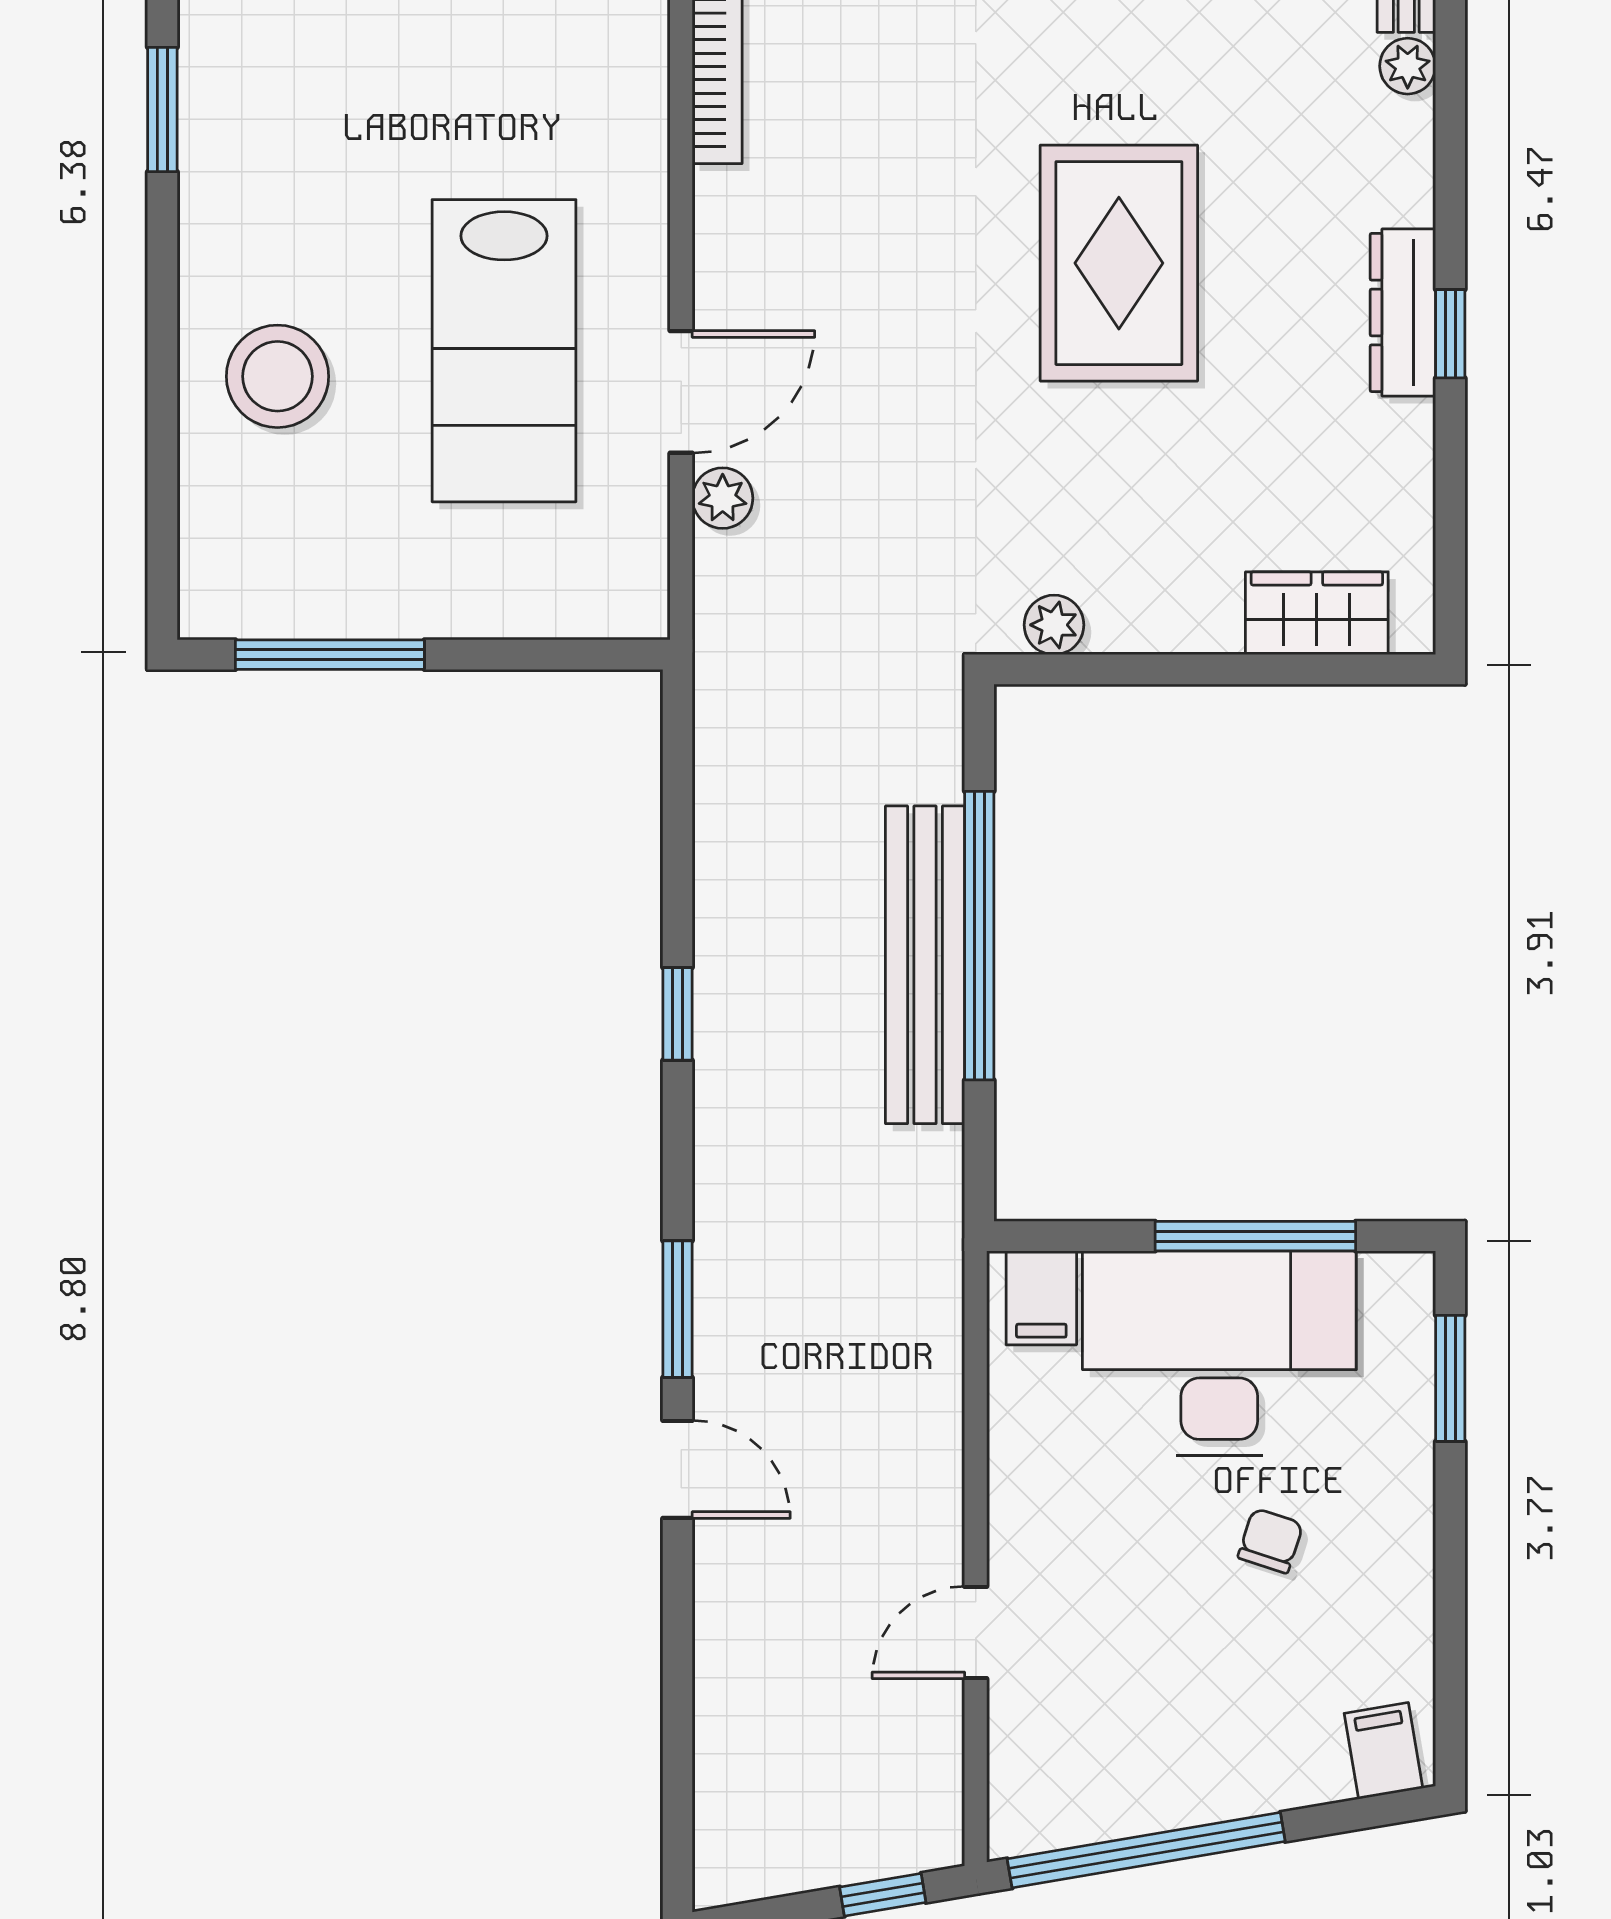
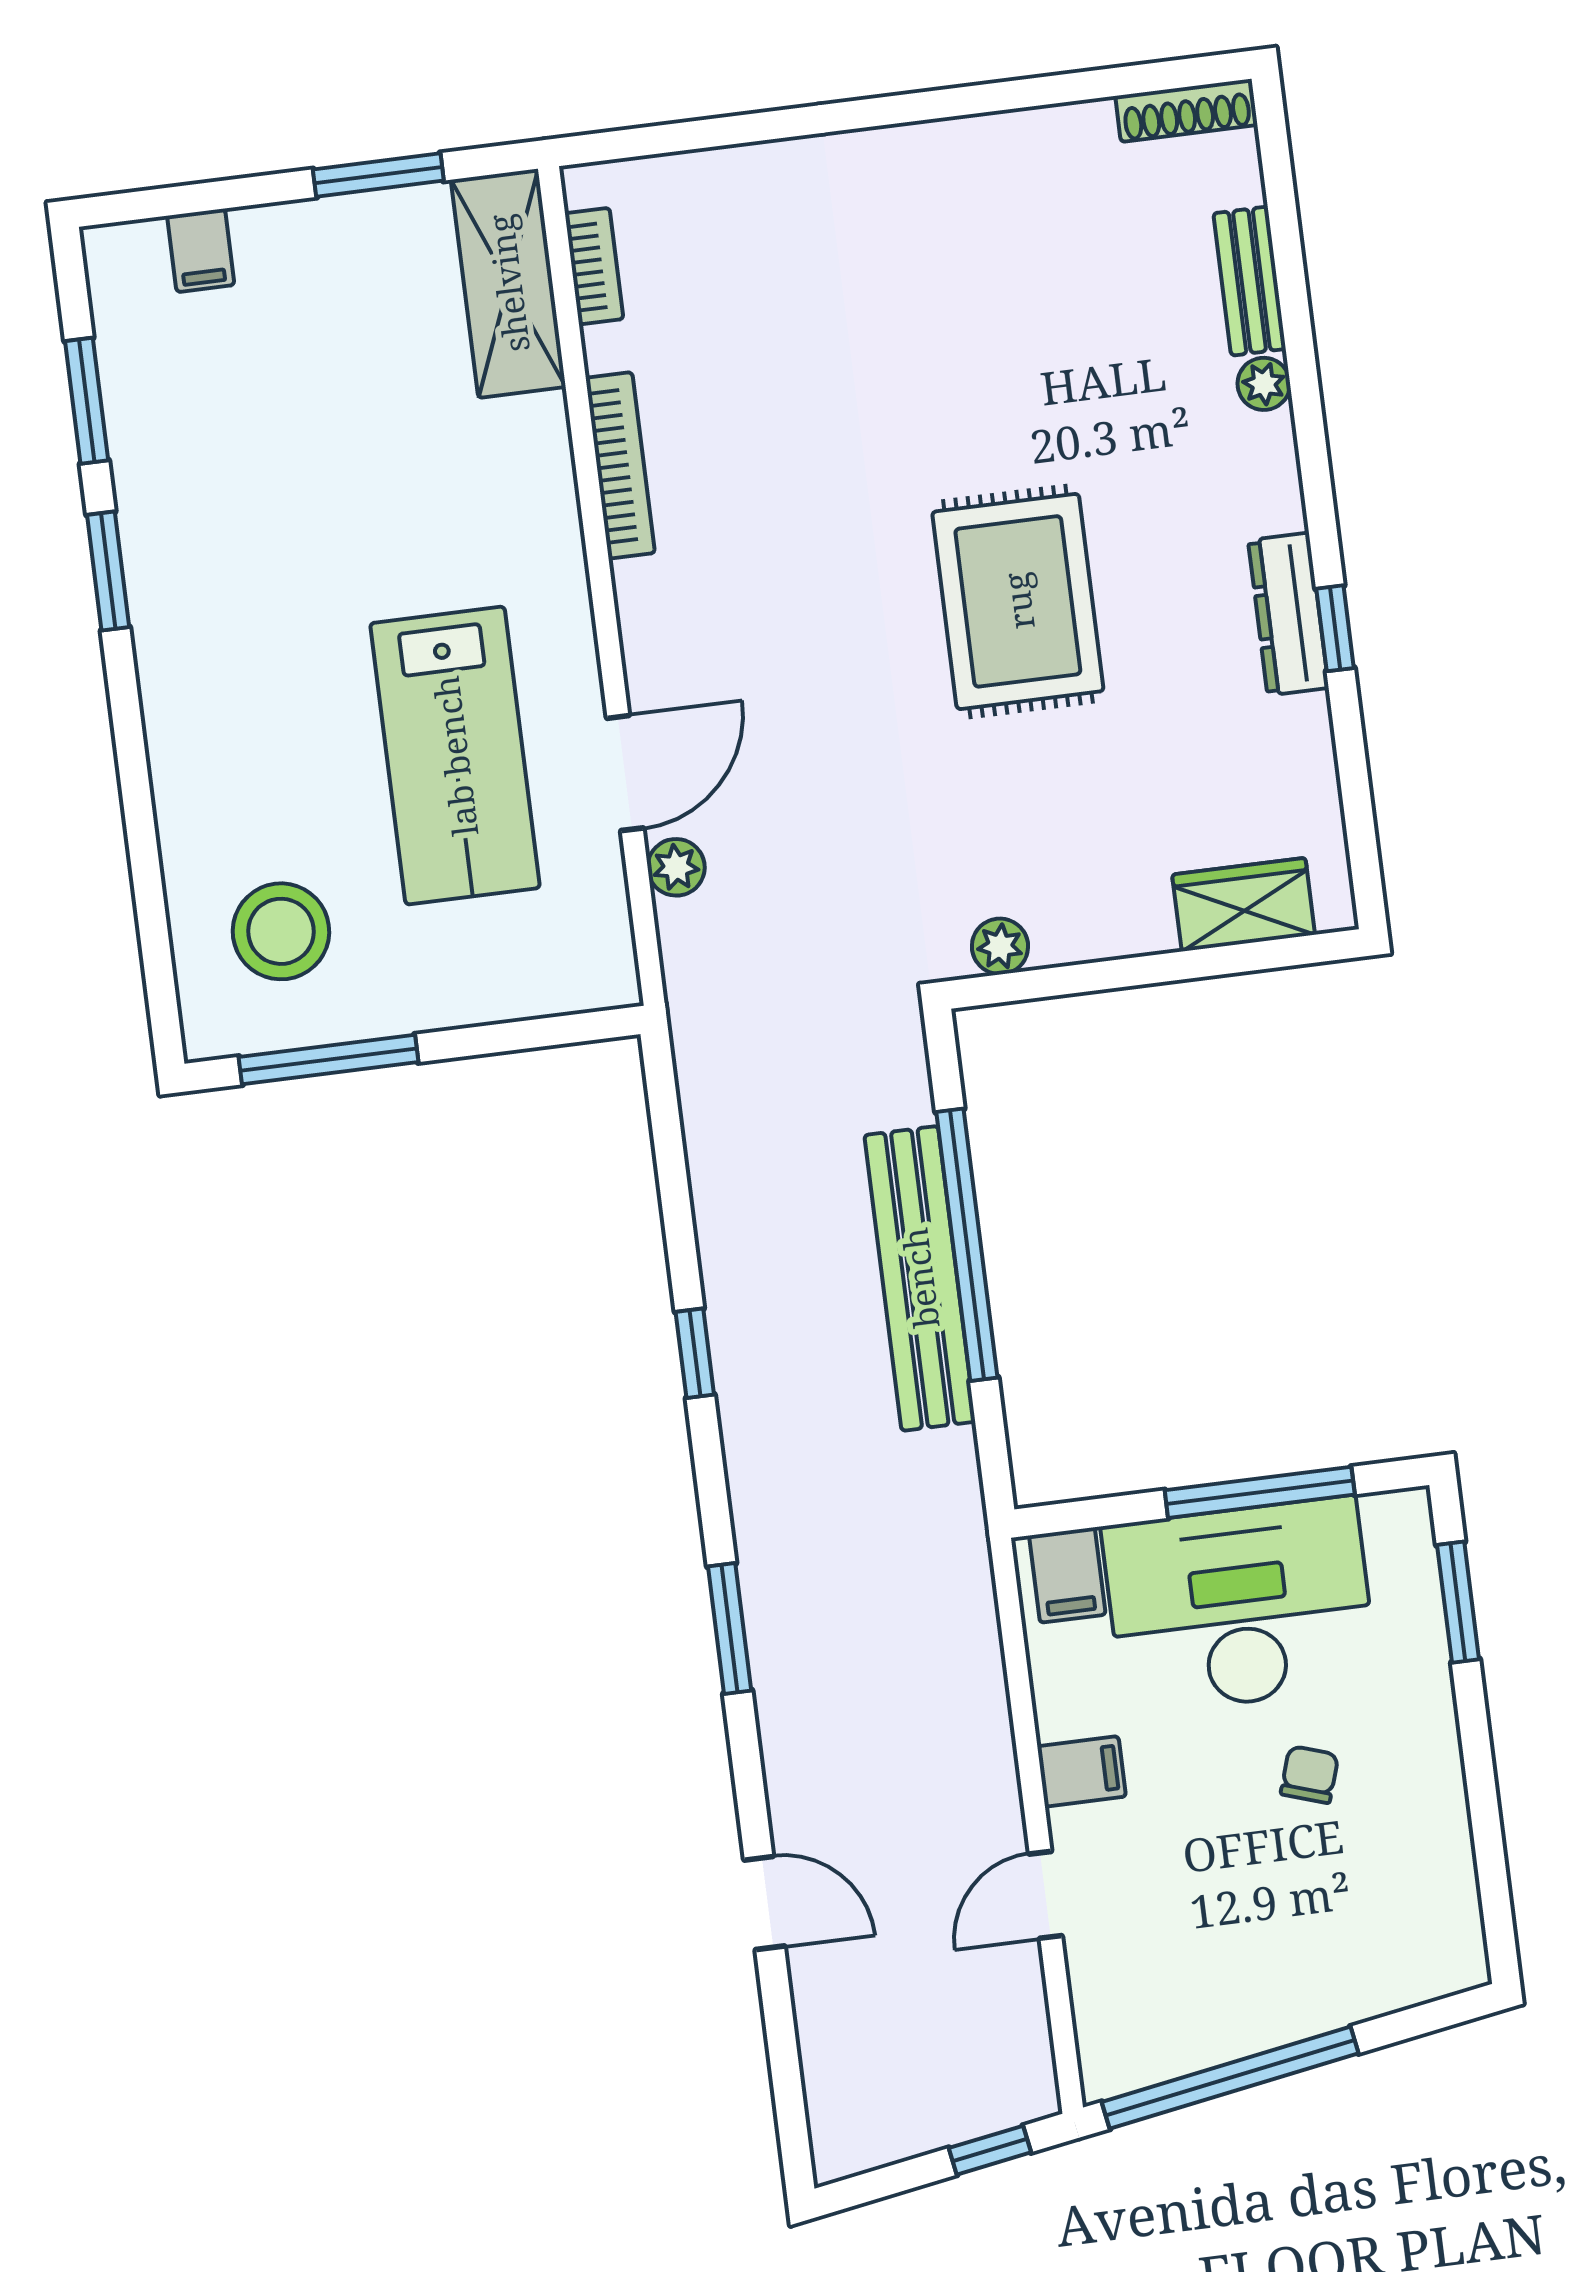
stool: (277, 376) -> (281, 931), moved
door: (678, 1469) -> (764, 1903), moved
filing cabinet: (1383, 1751) -> (1082, 1771), moved, turned 100

